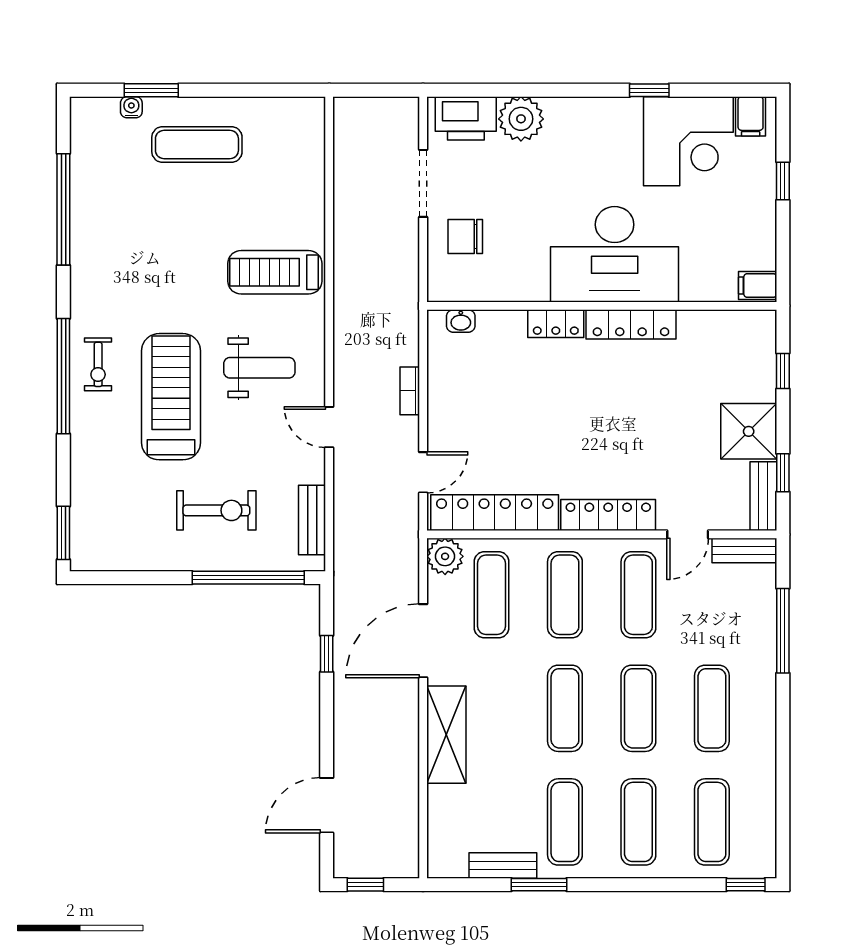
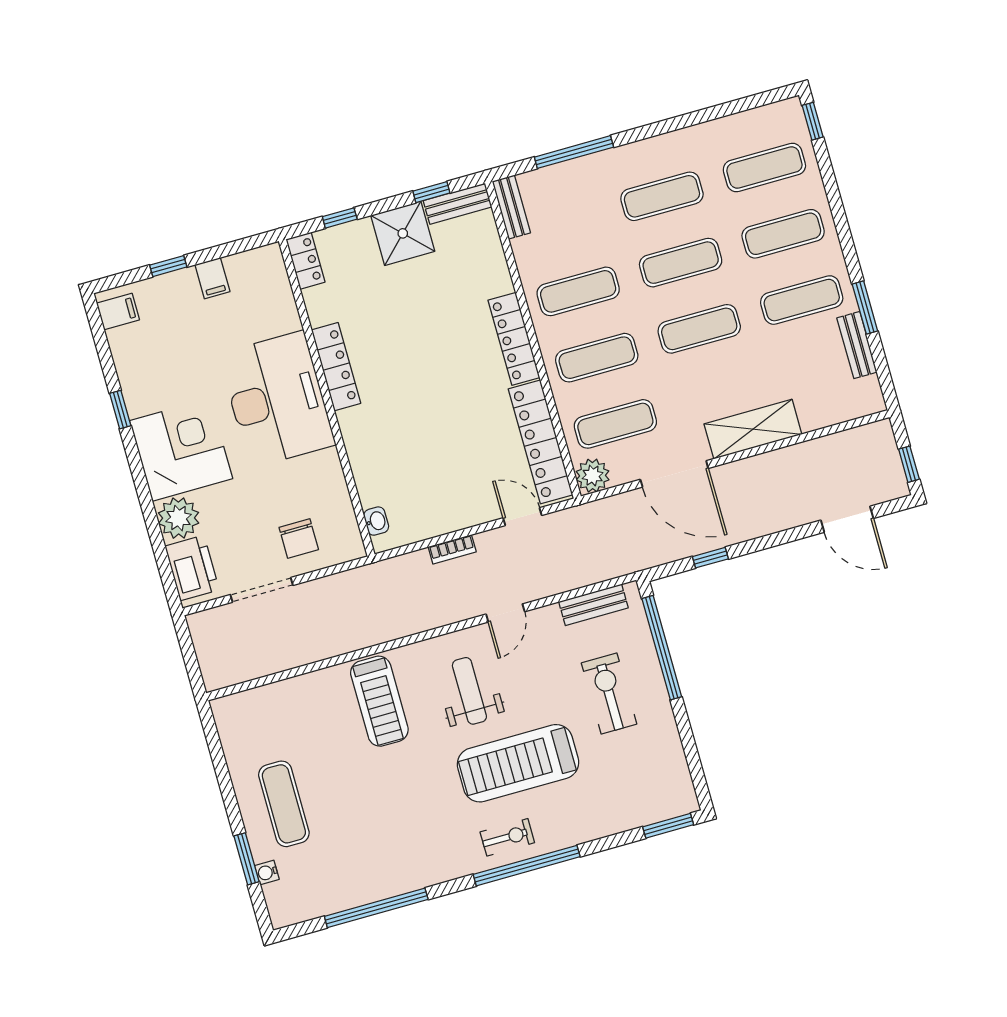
corner desk: (688, 141) -> (181, 450), moved
filing cabinet: (758, 286) -> (212, 278), moved
locker: (556, 324) -> (306, 261), moved
door: (688, 534) -> (511, 262), removed

